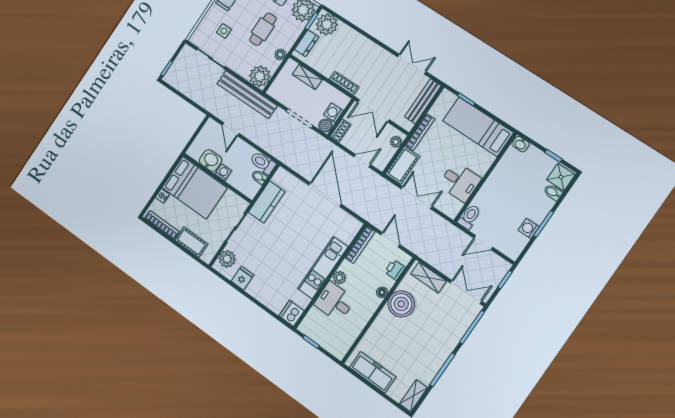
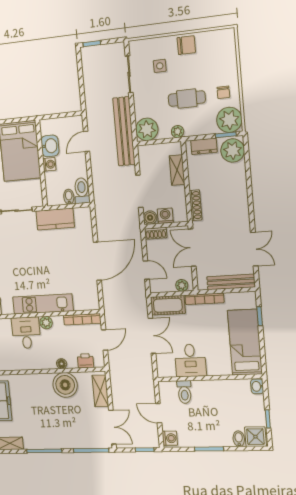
toilet: (469, 217) -> (184, 392), moved, turned 90
washing machine: (529, 228) -> (170, 438), moved, turned 90

